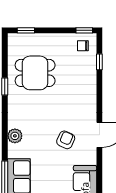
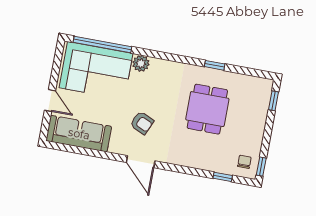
dining table: (35, 73) -> (207, 109), moved
plant: (15, 136) -> (141, 63), moved

